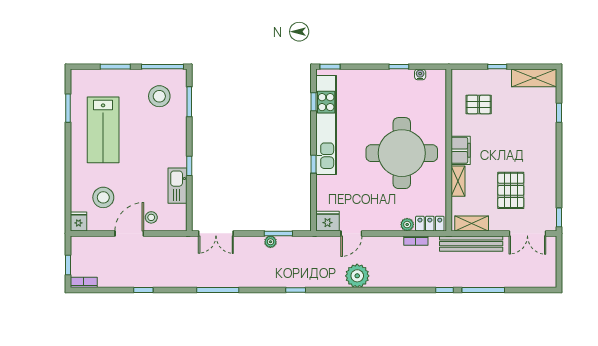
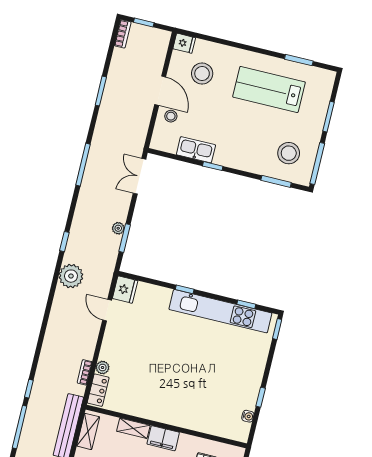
round table: (402, 153) -> (174, 379), removed
plant: (357, 276) -> (71, 276), moved
window: (143, 290) -> (101, 91), width x1.50

